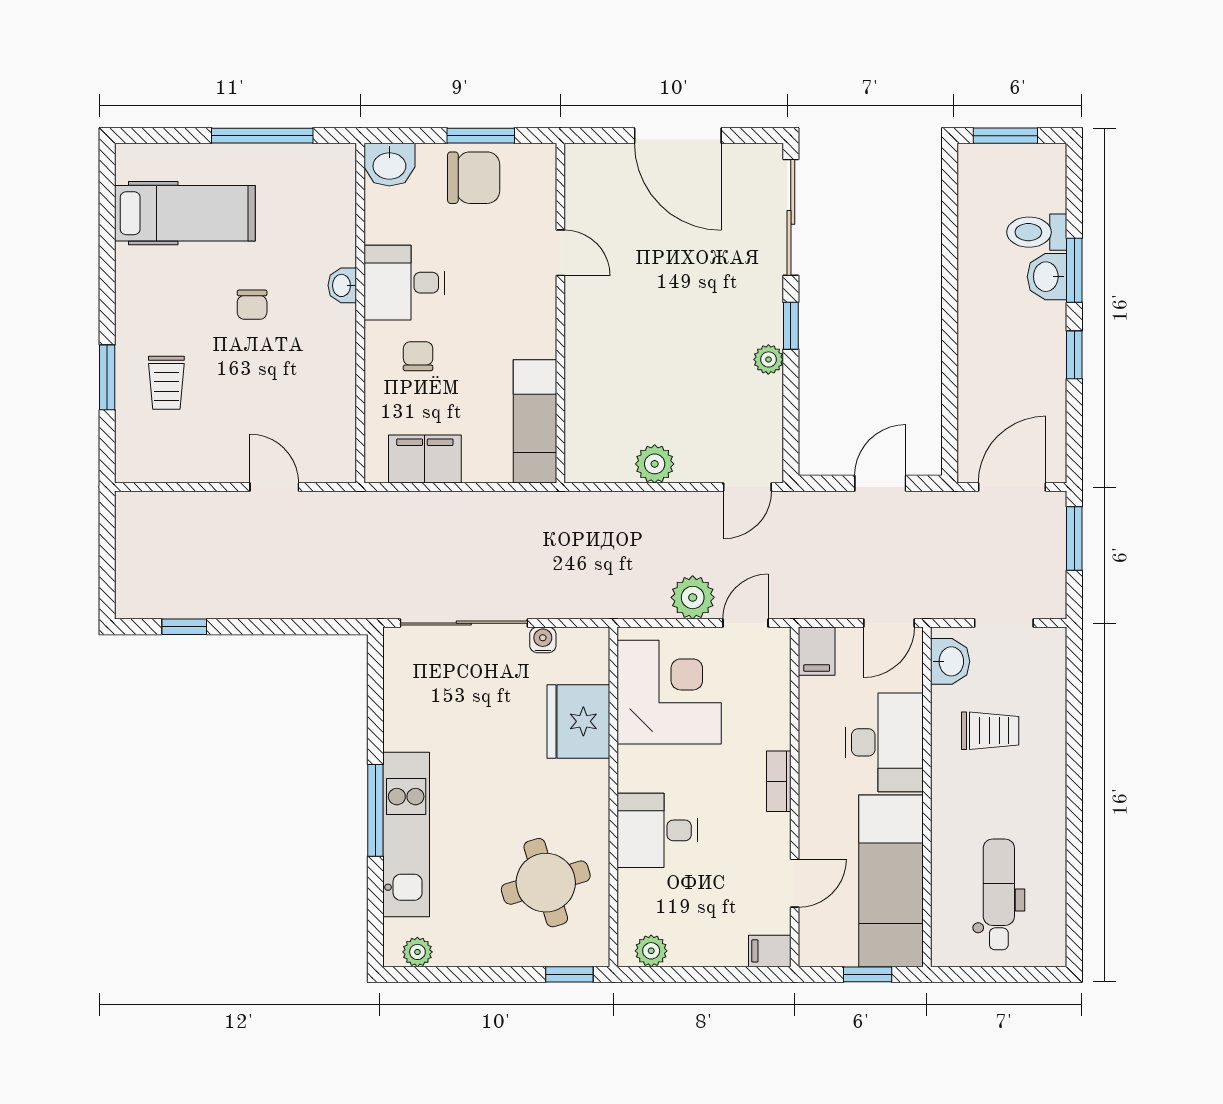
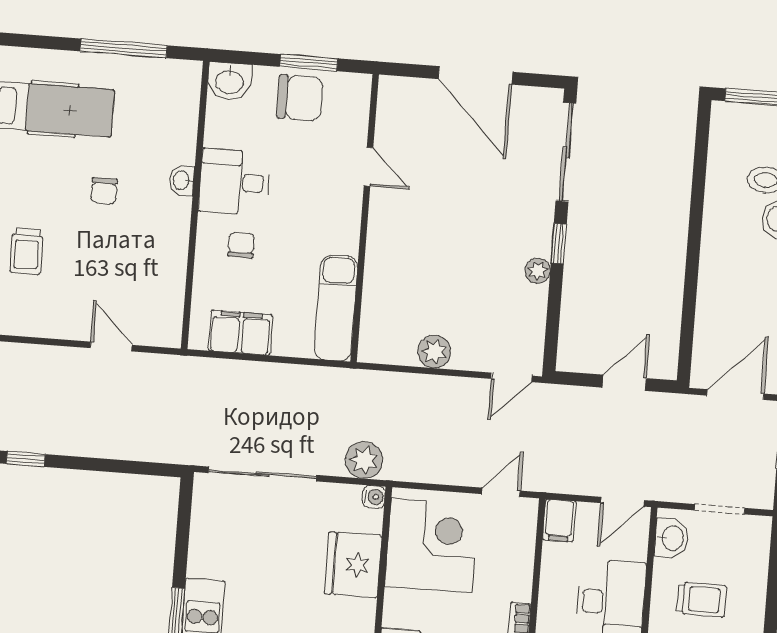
plant: (693, 597) -> (364, 460), moved
water cooler: (543, 640) -> (374, 497), moved, turned 90

